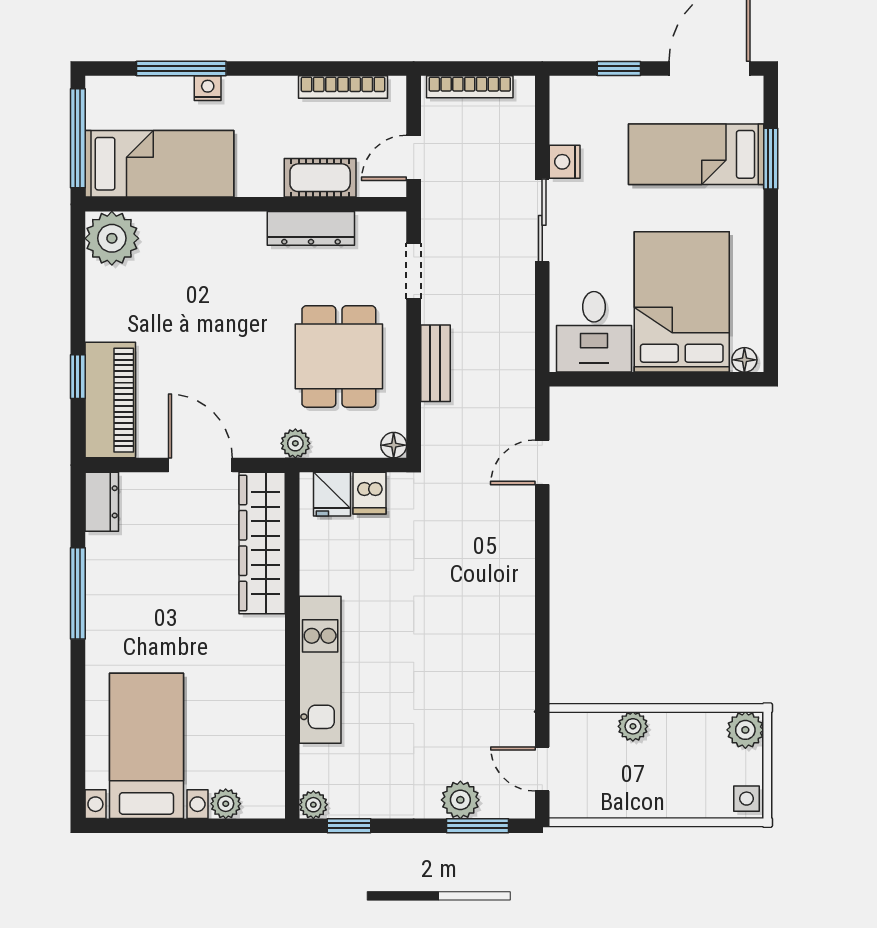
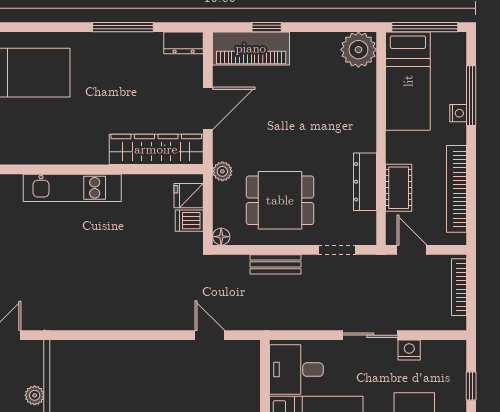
bookcase: (343, 87) -> (456, 189), width x1.48, depth x1.31

